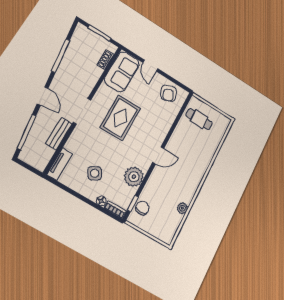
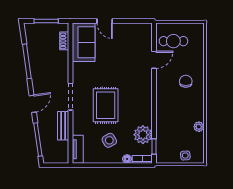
armchair: (168, 93) -> (134, 35), removed
door: (43, 96) -> (33, 104), hinge flipped
rug: (120, 118) -> (106, 105), moved
door: (158, 155) -> (154, 60), moved
plant: (134, 177) -> (143, 135), moved
chair: (142, 208) -> (186, 81), moved
side table: (157, 229) -> (185, 156), added

